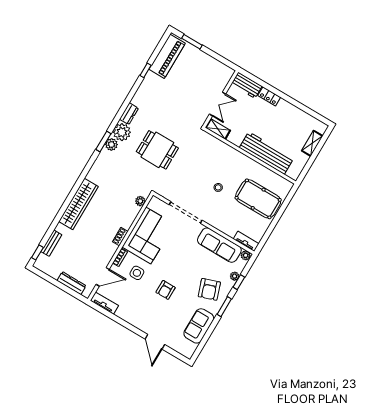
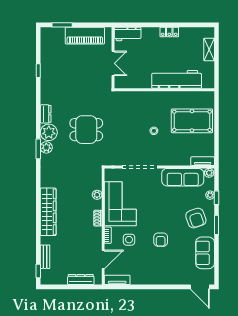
piano: (167, 56) -> (85, 36), moved, turned 90
locker: (269, 96) -> (169, 32), moved
shelving: (218, 129) -> (125, 83), removed
plant: (140, 201) -> (97, 195), moved
door: (155, 342) -> (200, 287), moved

